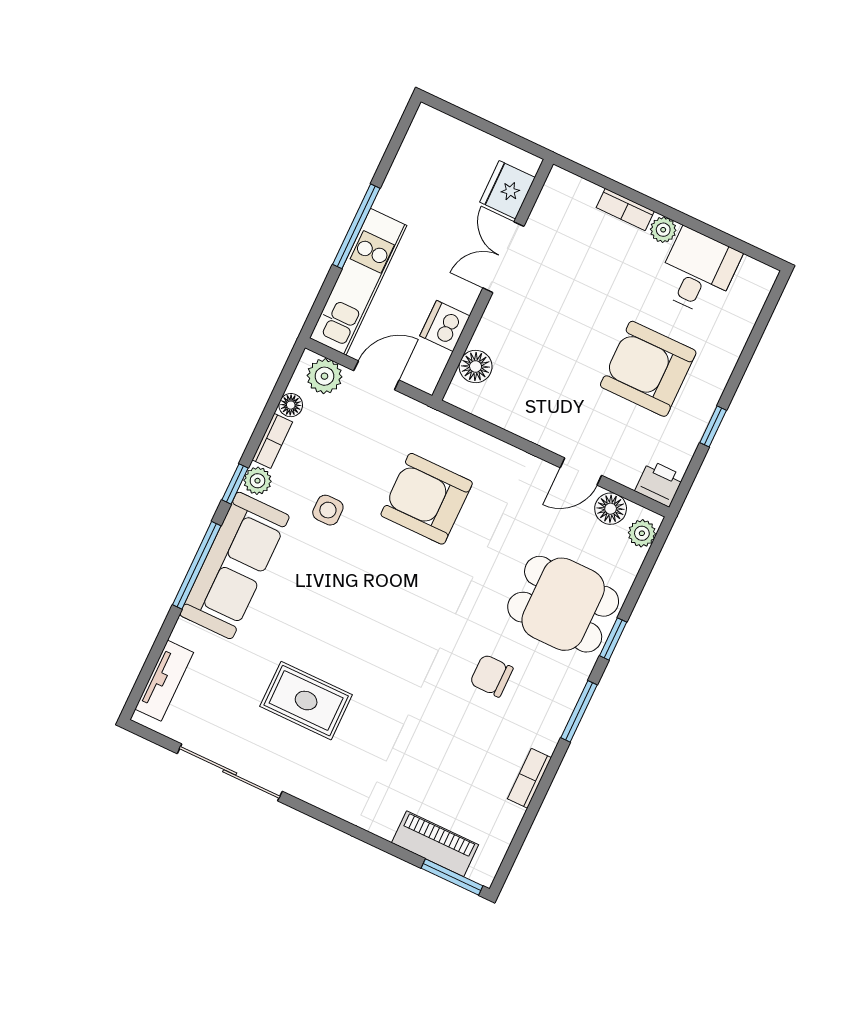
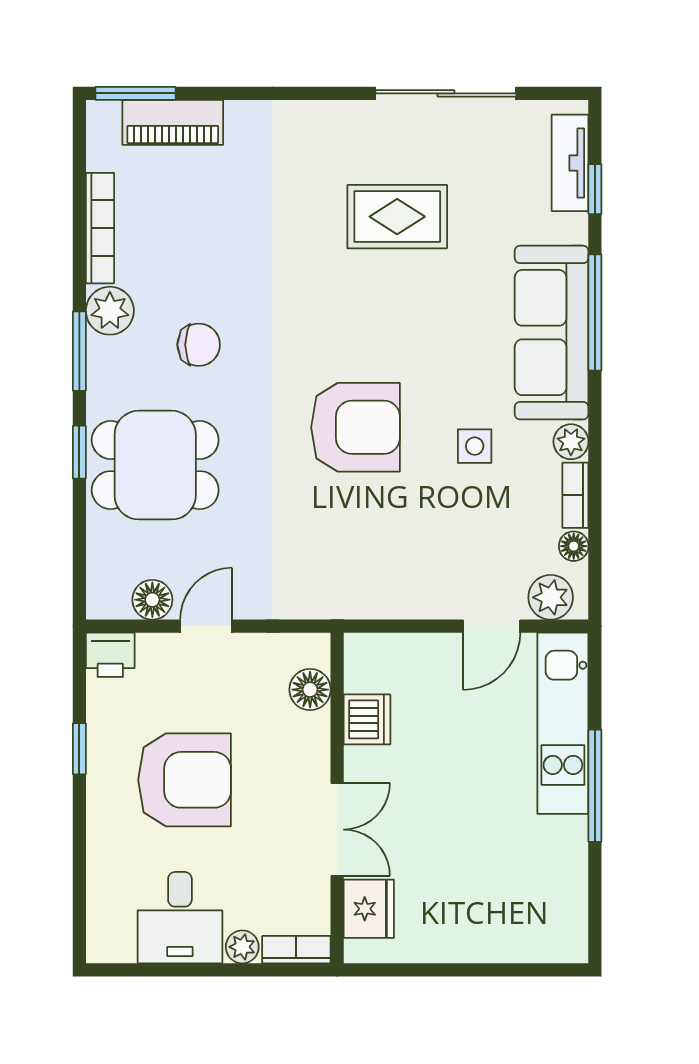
fridge: (507, 190) -> (369, 909), moved
double door: (503, 257) -> (337, 830), moved
wall: (493, 280) -> (337, 798), moved
dishwasher: (445, 326) -> (367, 719), moved
floor lamp: (476, 367) -> (310, 690), moved
window: (235, 484) -> (595, 189), moved
armchair: (427, 499) -> (355, 427), moved
plant: (642, 533) -> (110, 311), moved, width x1.38, depth x1.38
bookcase: (530, 778) -> (100, 228), width x1.56

